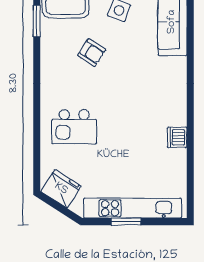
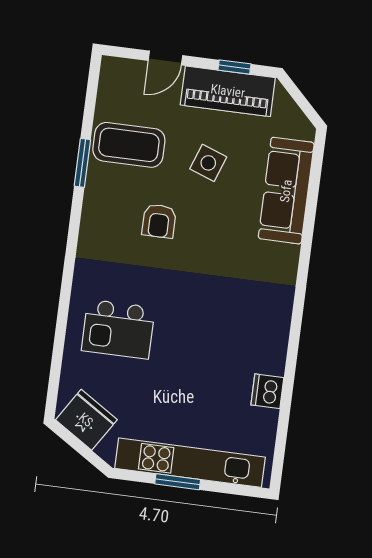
armchair: (92, 53) -> (159, 221), turned 57
dishwasher: (177, 137) -> (267, 391), moved

